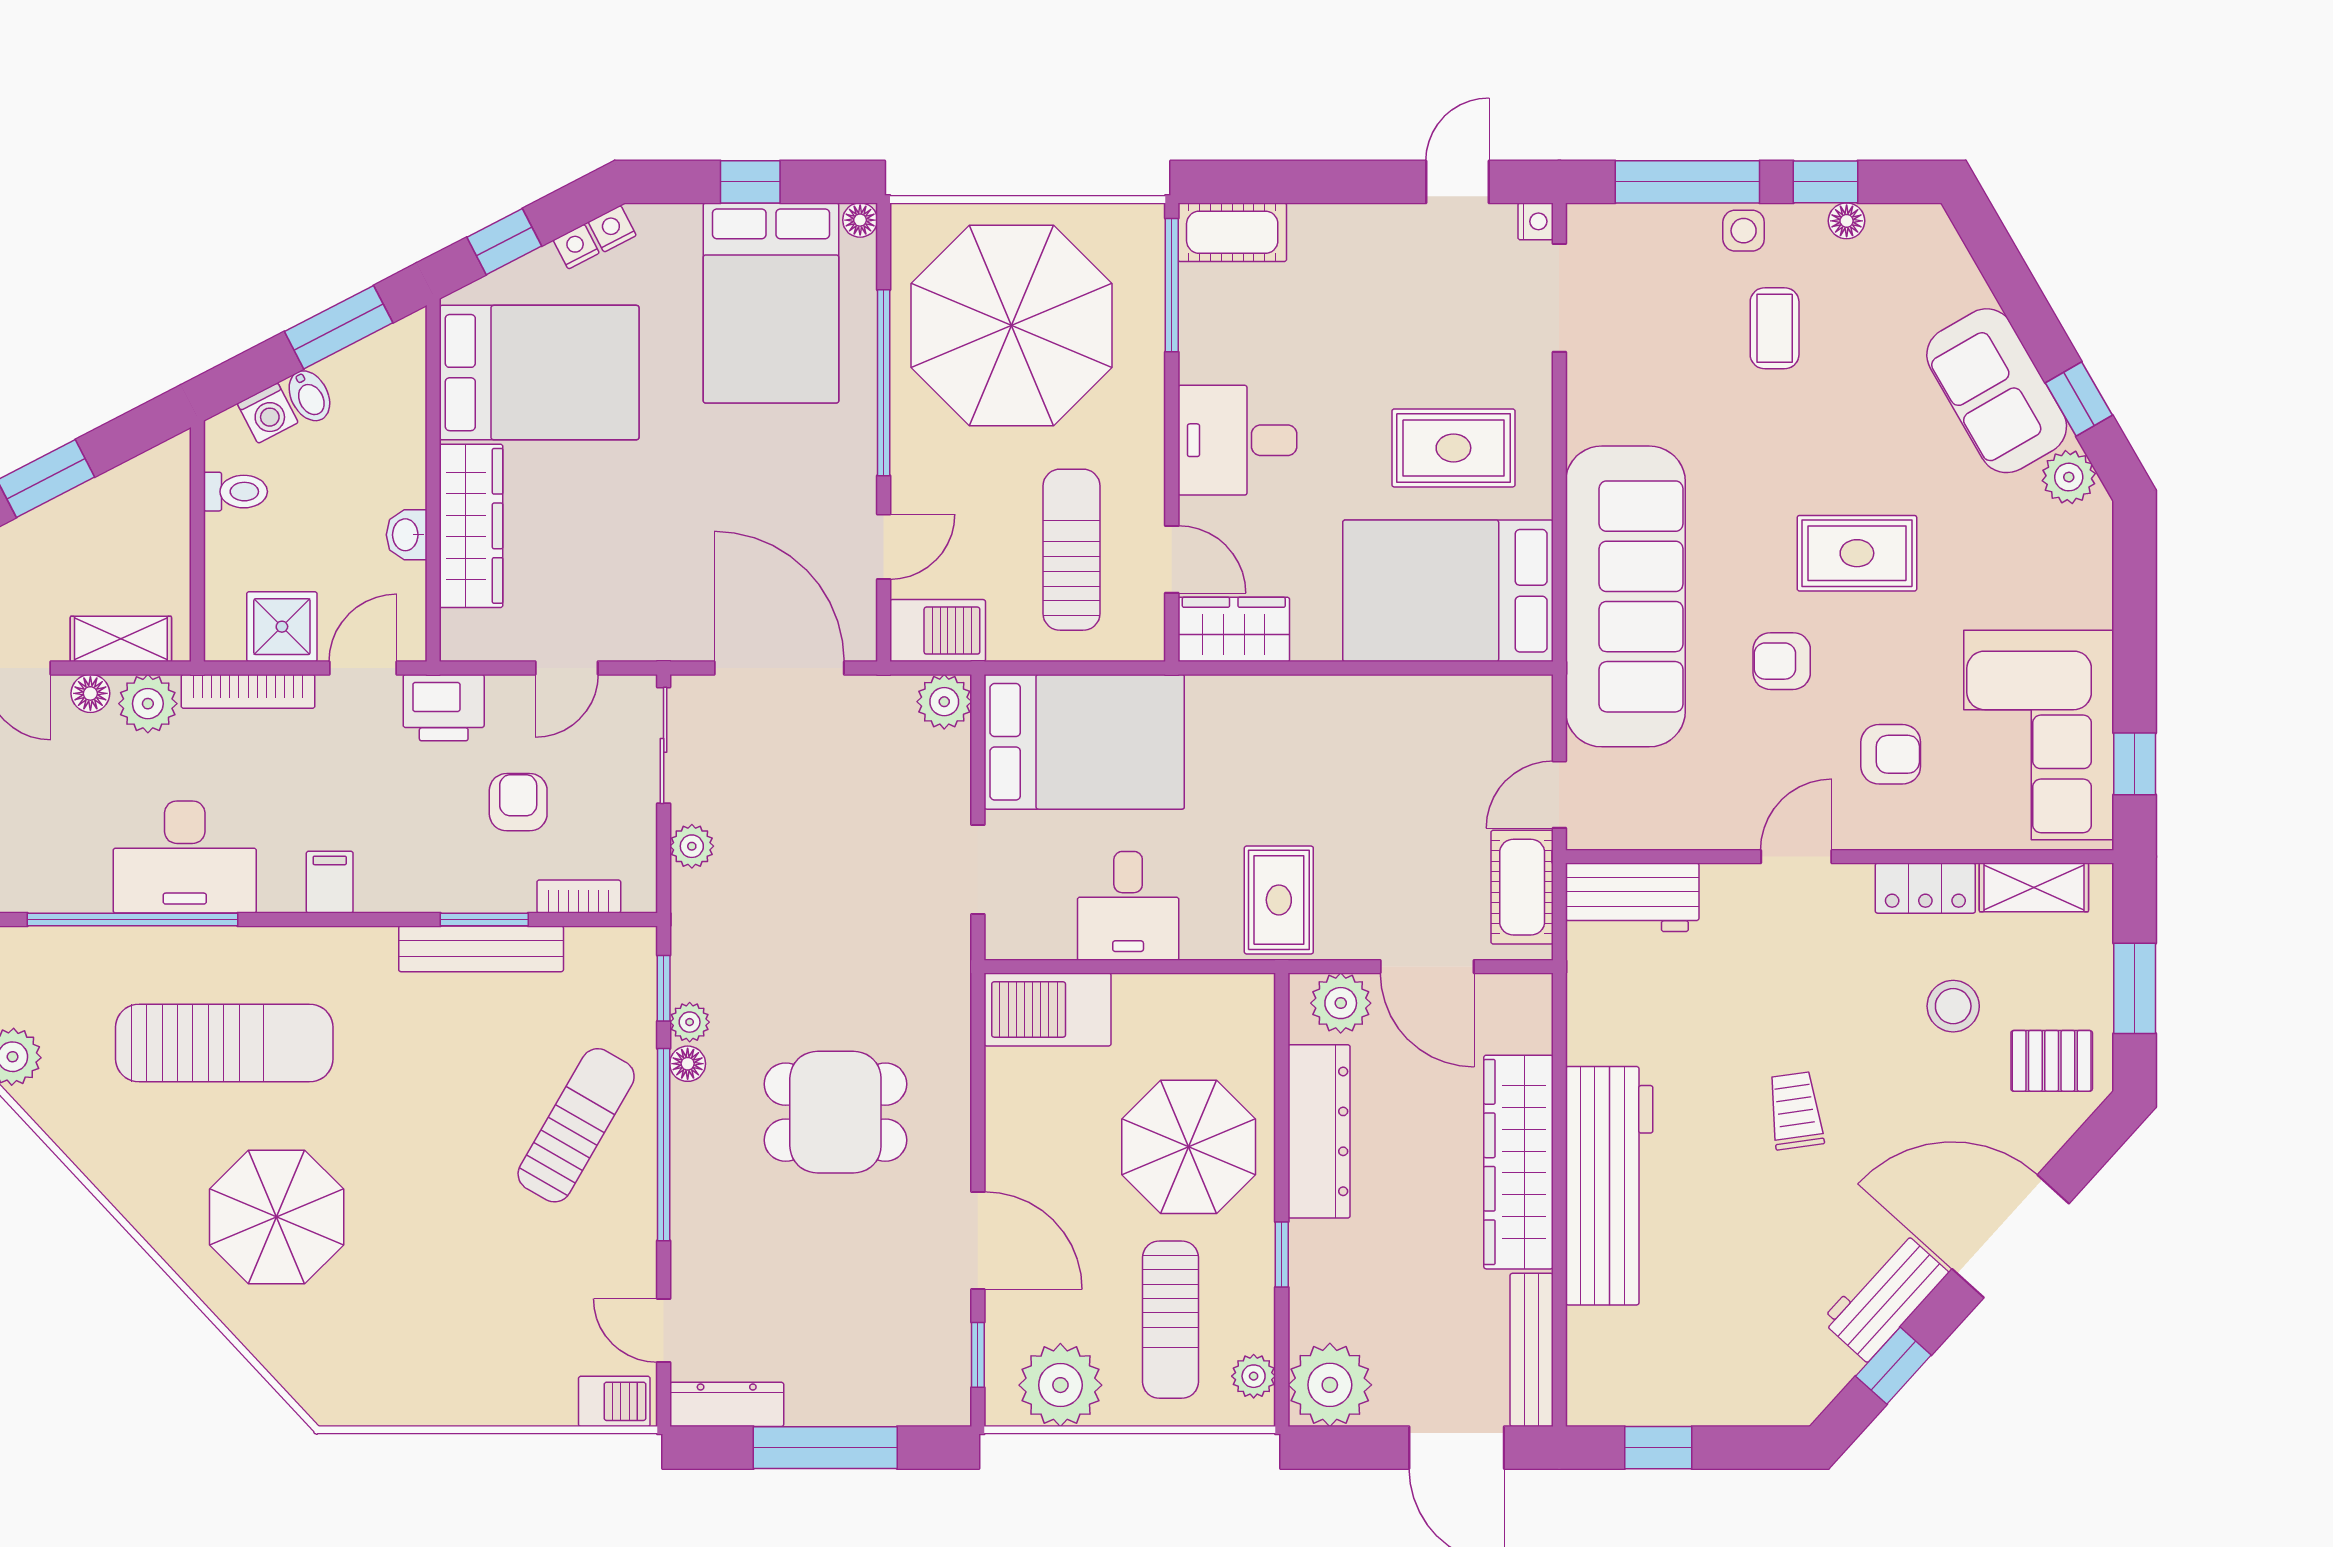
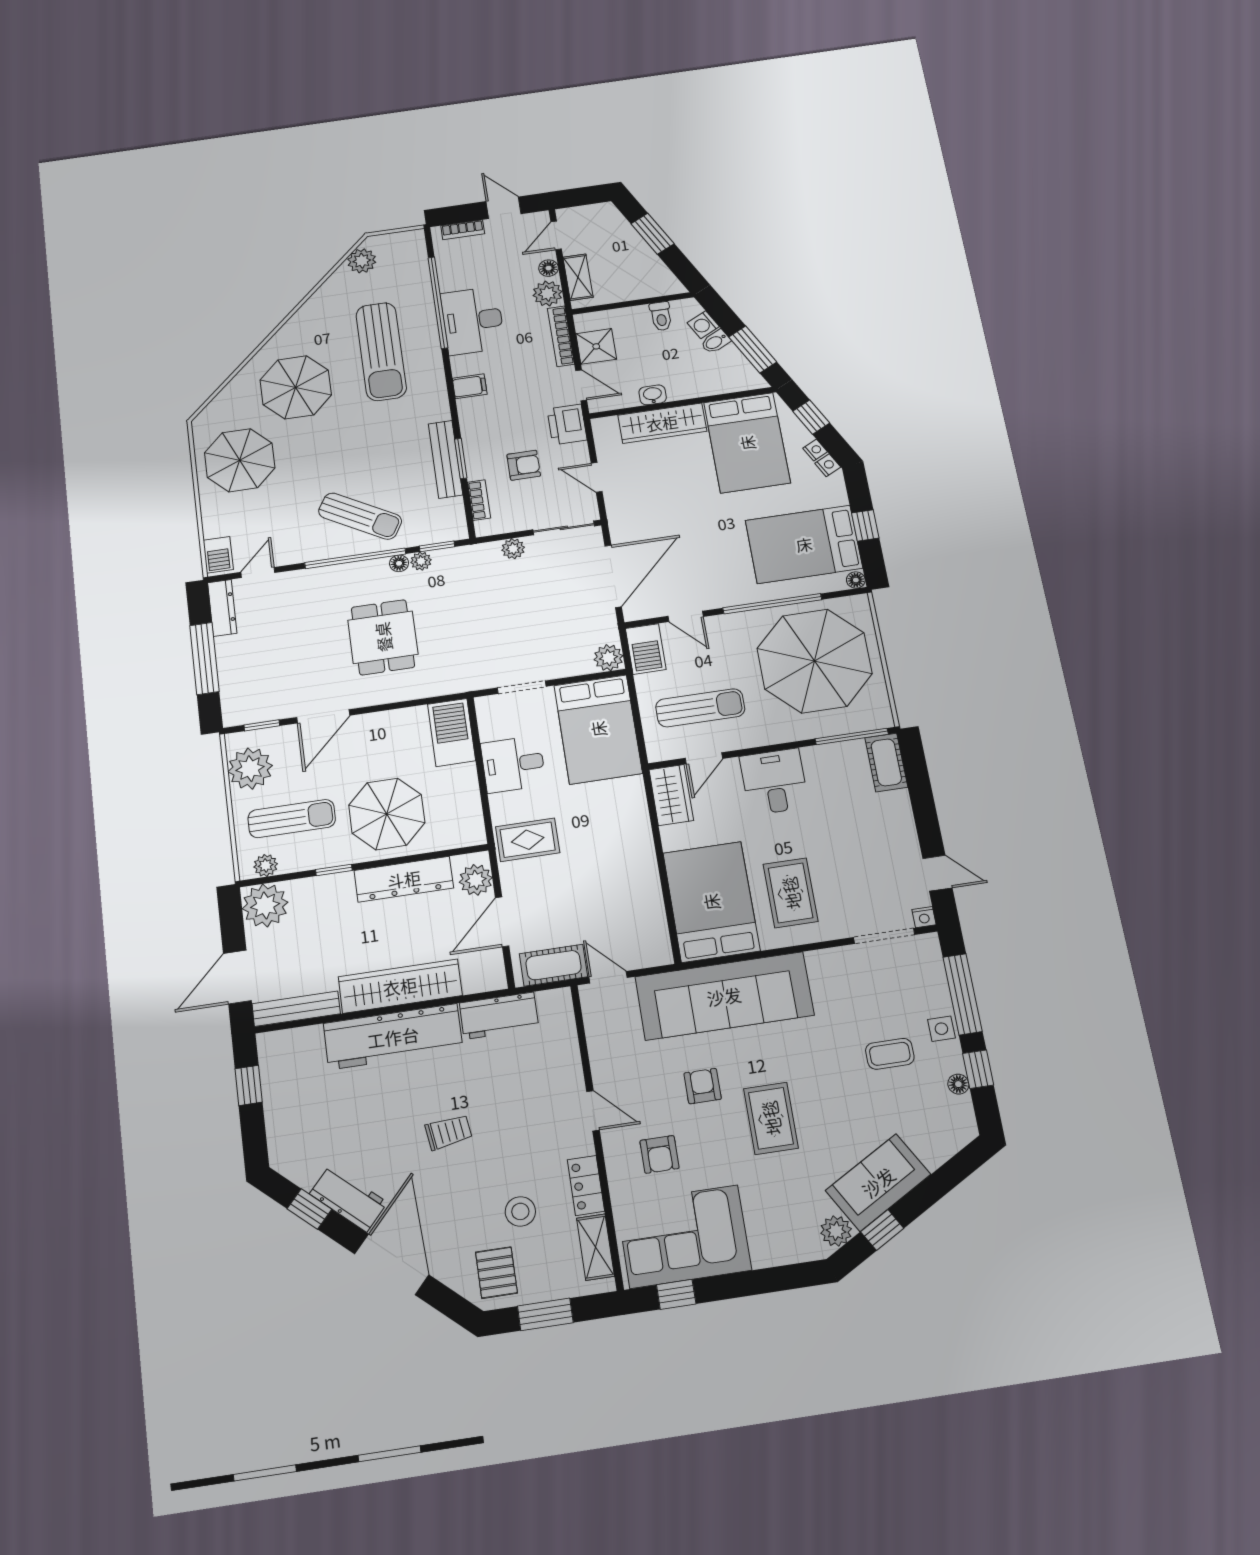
workbench: (1632, 897) -> (499, 1016), moved, turned -90
sun lounger: (1170, 1320) -> (292, 819), turned 180
parasol: (419, 1341) -> (240, 460), added

